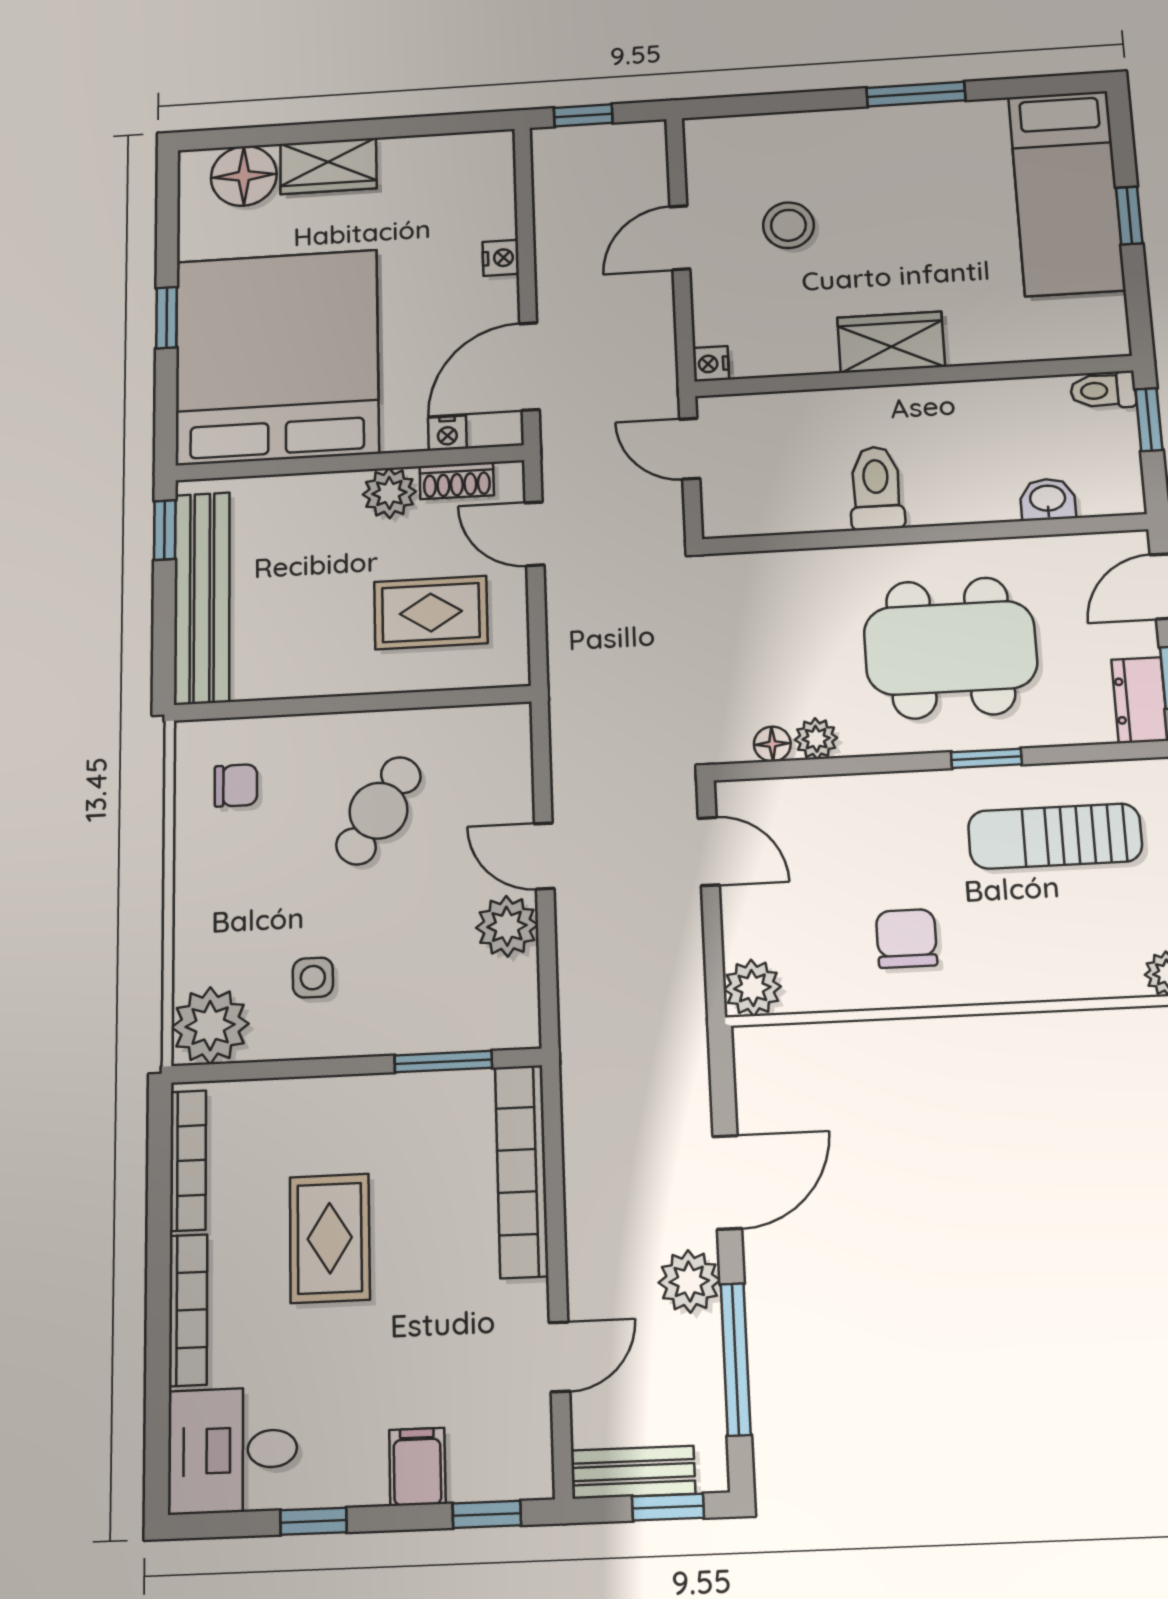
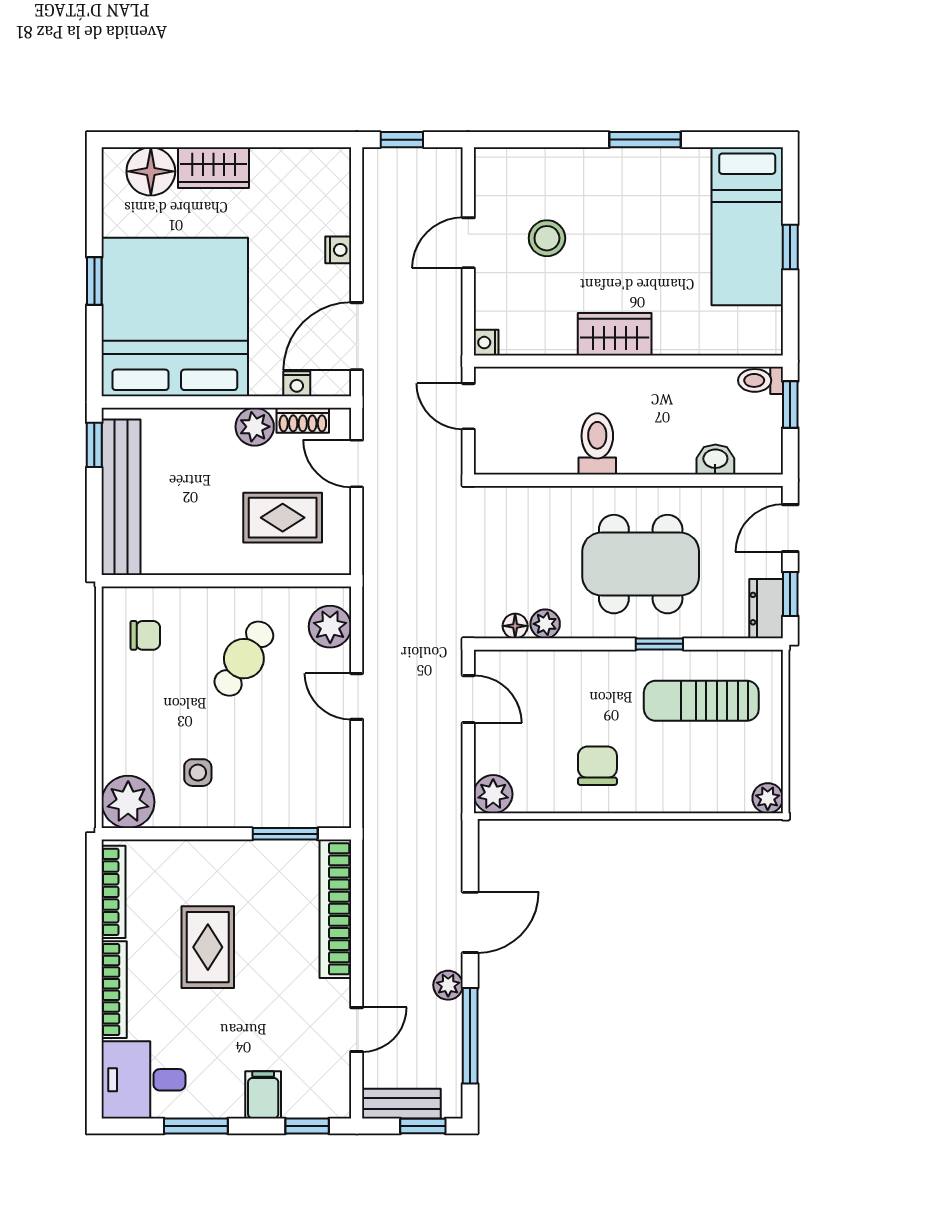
plant: (507, 926) -> (330, 627), moved
plant: (689, 1281) -> (448, 985), width x0.73, depth x0.73
window: (314, 1521) -> (196, 1126), width x1.50

